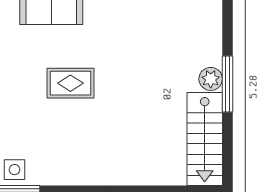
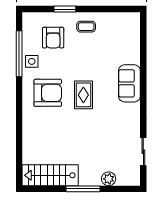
plant: (211, 79) -> (109, 179), moved
armchair: (67, 143) -> (48, 93), added

